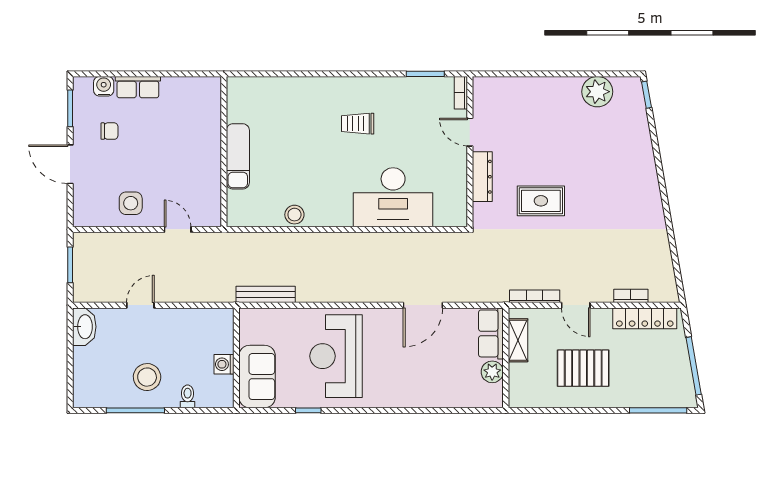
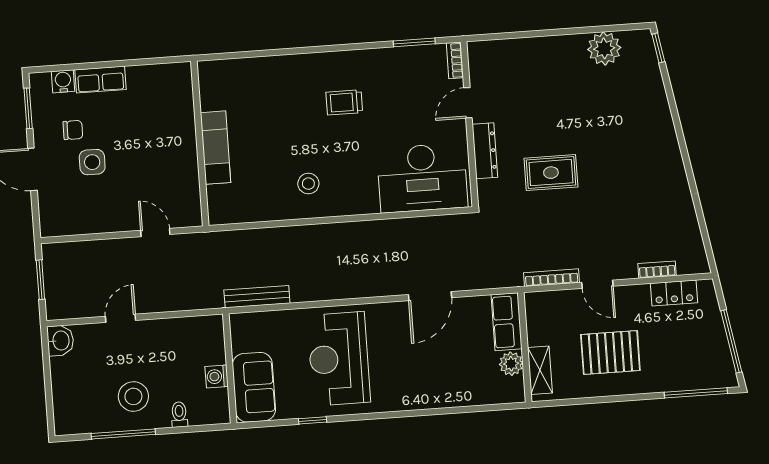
door: (470, 132) -> (468, 103), hinge flipped
desk: (393, 197) -> (422, 178), moved
side table: (131, 203) -> (92, 162), moved
stool: (294, 215) -> (308, 184), moved
locker: (645, 318) -> (674, 293), width x0.66
washbasin: (84, 327) -> (60, 341), width x0.72
shelving: (518, 340) -> (540, 370), moved

